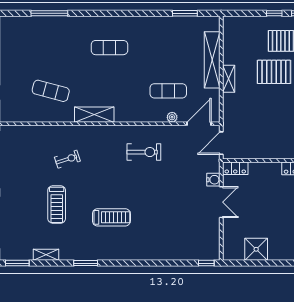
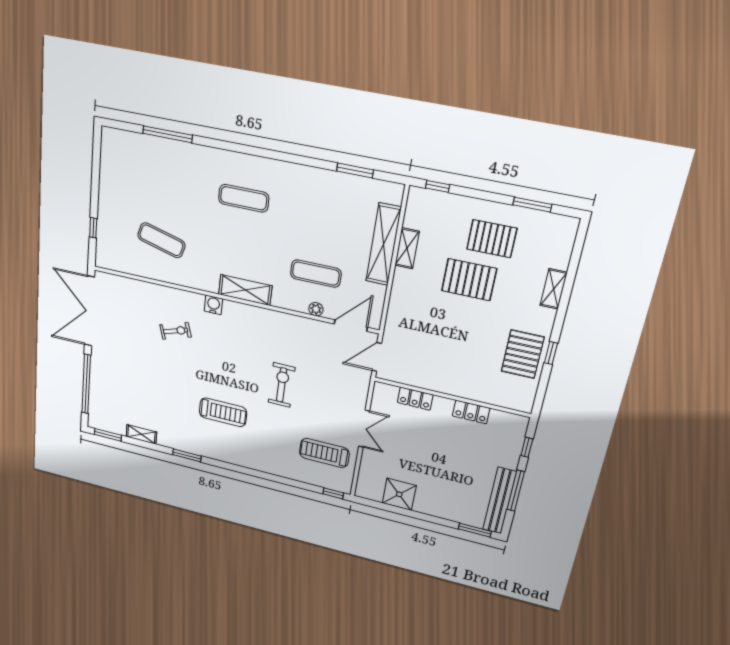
window: (274, 13) -> (438, 186), moved
shelving: (229, 79) -> (407, 248), moved
shelving: (94, 115) -> (245, 290), moved
exercise bike: (144, 152) -> (282, 385), moved, turned -90
locker: (235, 168) -> (415, 399), moved
water cooler: (213, 180) -> (213, 305), moved, turned -90
treadmill: (57, 204) -> (324, 453), moved, turned 90

